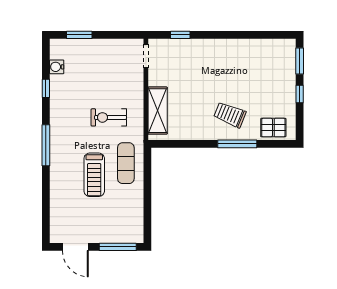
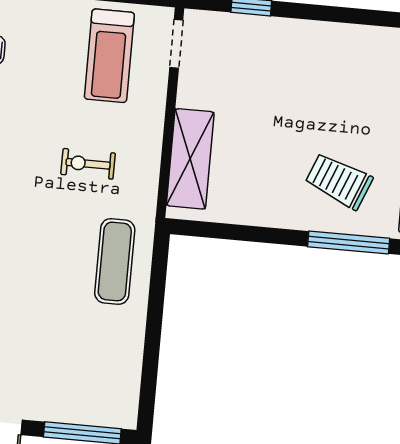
exercise bike: (109, 117) -> (88, 164), width x0.73, depth x0.72
treadmill: (94, 175) -> (109, 56), moved

